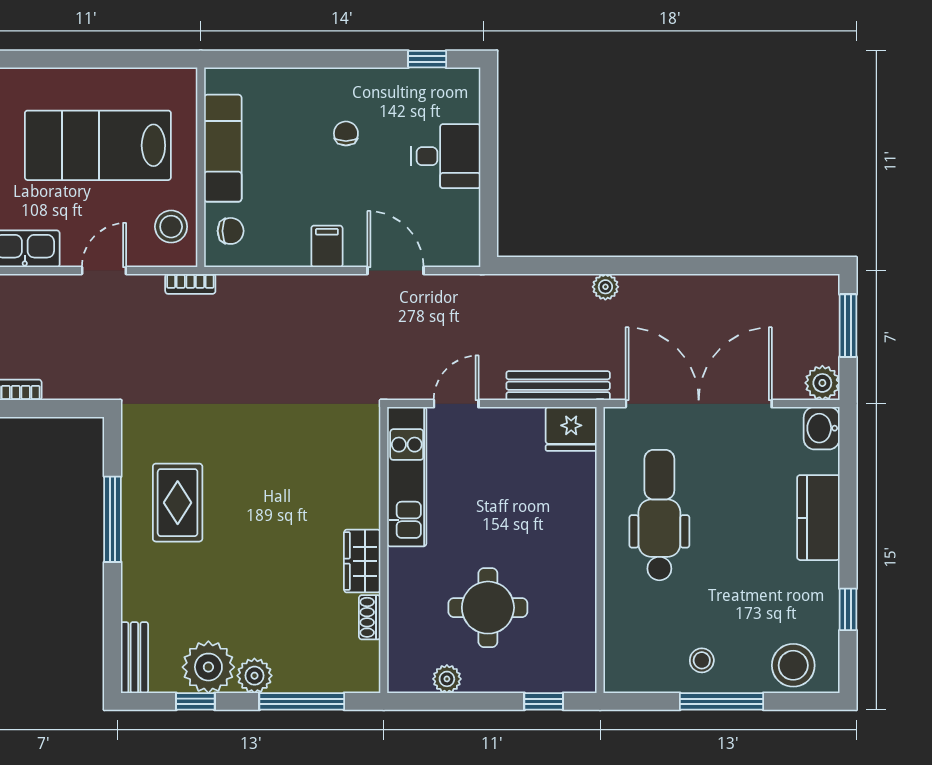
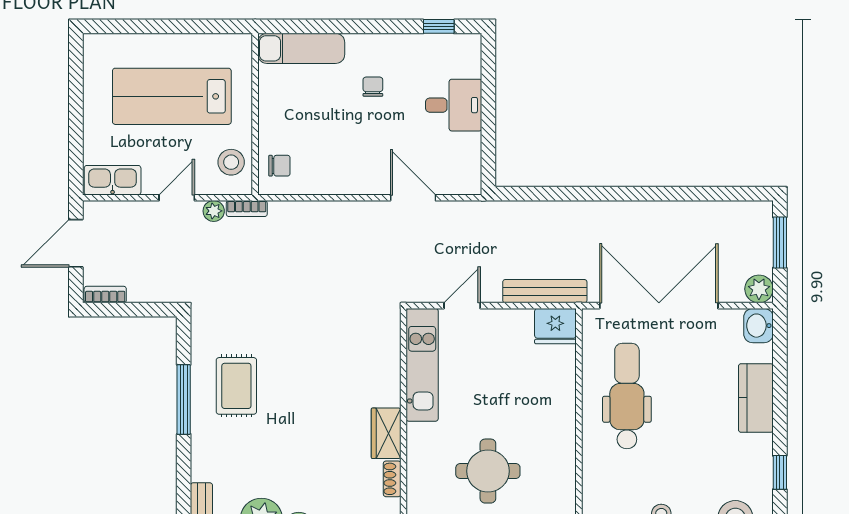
exam couch: (223, 148) -> (301, 48), moved, turned 90
filing cabinet: (327, 246) -> (357, 178), removed
plant: (605, 287) -> (214, 211), moved

